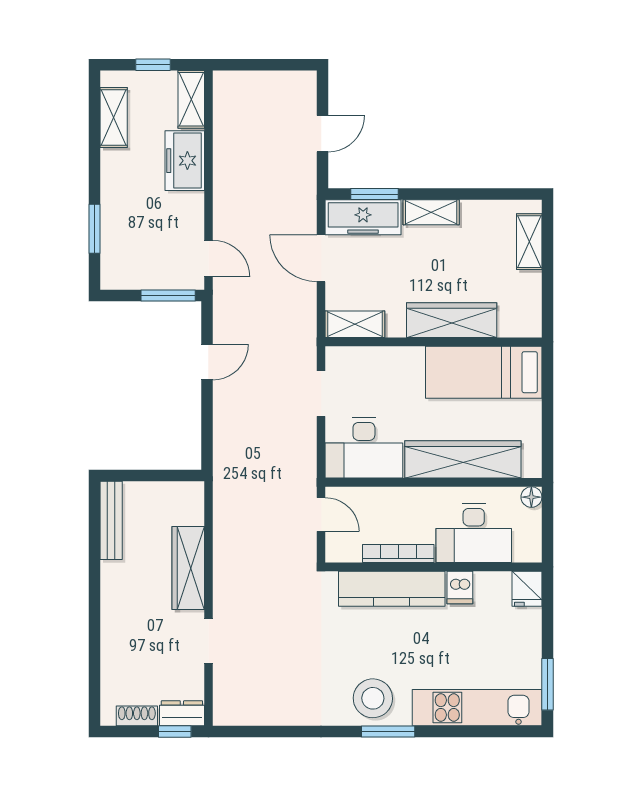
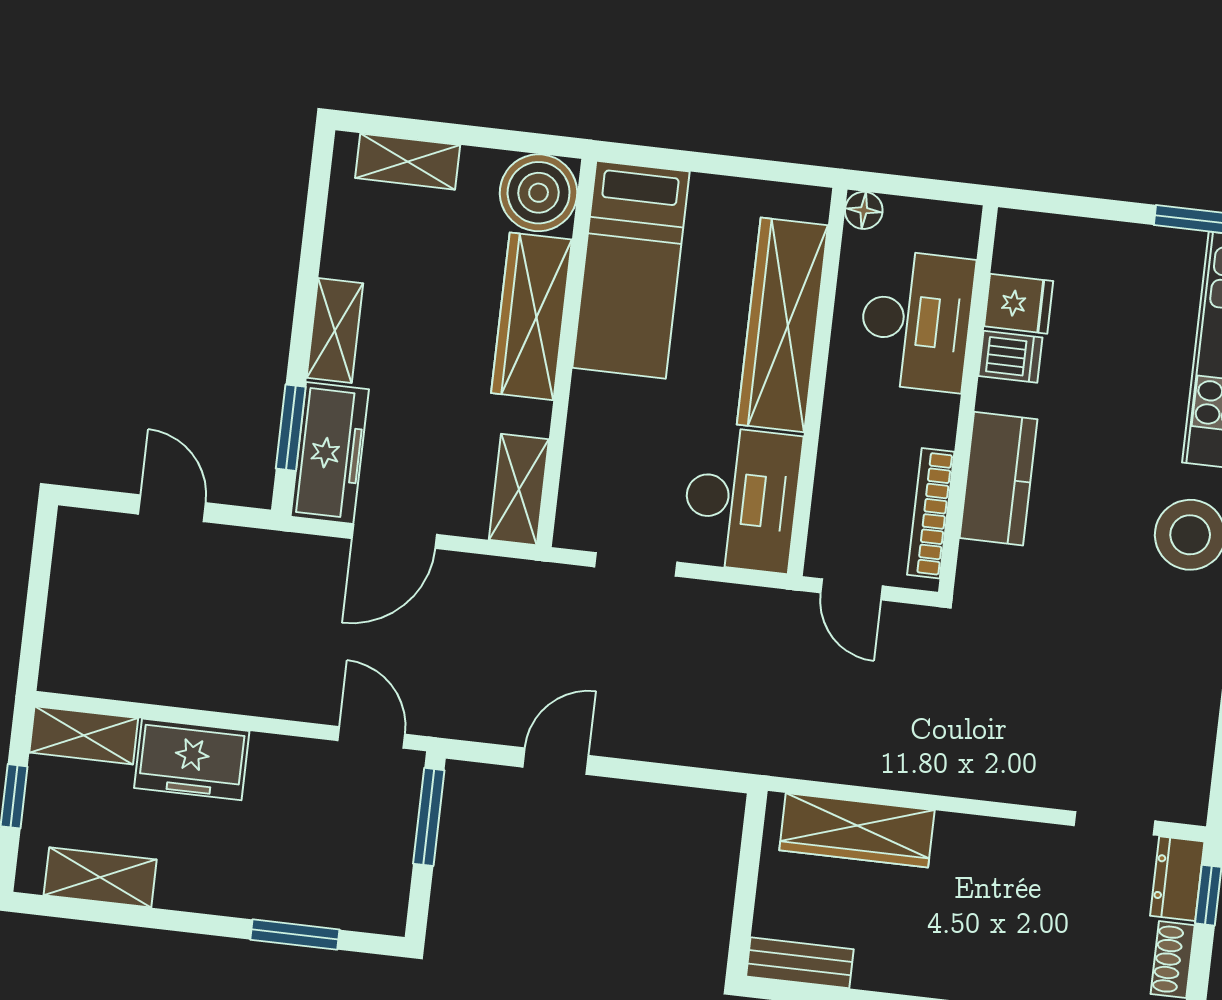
door: (208, 259) -> (371, 737), hinge flipped
boiler: (520, 316) -> (539, 193), added
door: (207, 362) -> (556, 761), hinge flipped
door: (321, 515) -> (851, 589), swing flipped
bench: (111, 520) -> (800, 963), width x0.73
bookcase: (398, 554) -> (931, 513), moved
wardrobe: (188, 568) -> (857, 830), moved
kitchen counter: (392, 589) -> (999, 479), width x0.67
fridge: (527, 589) -> (1019, 304), moved
doorway: (208, 641) -> (1114, 823), moved

